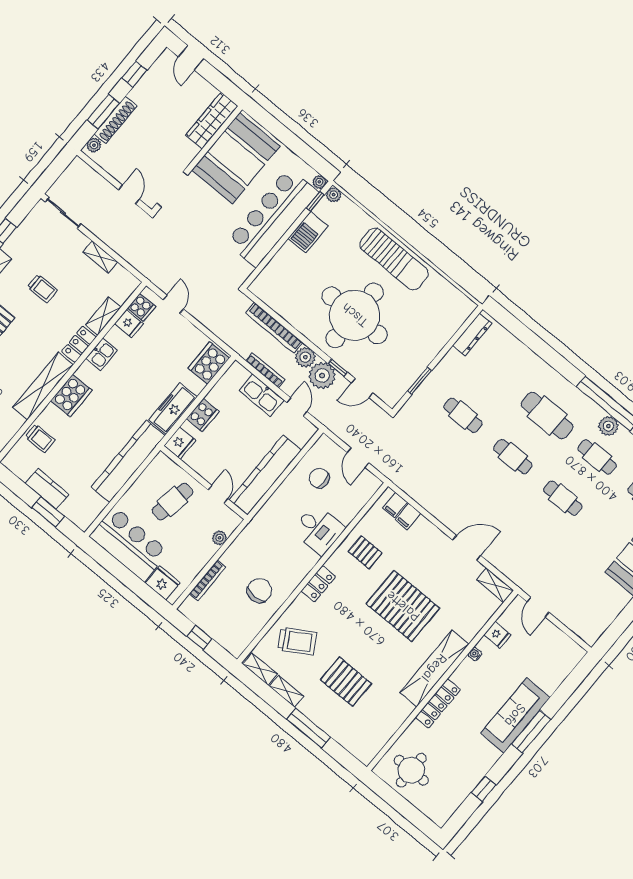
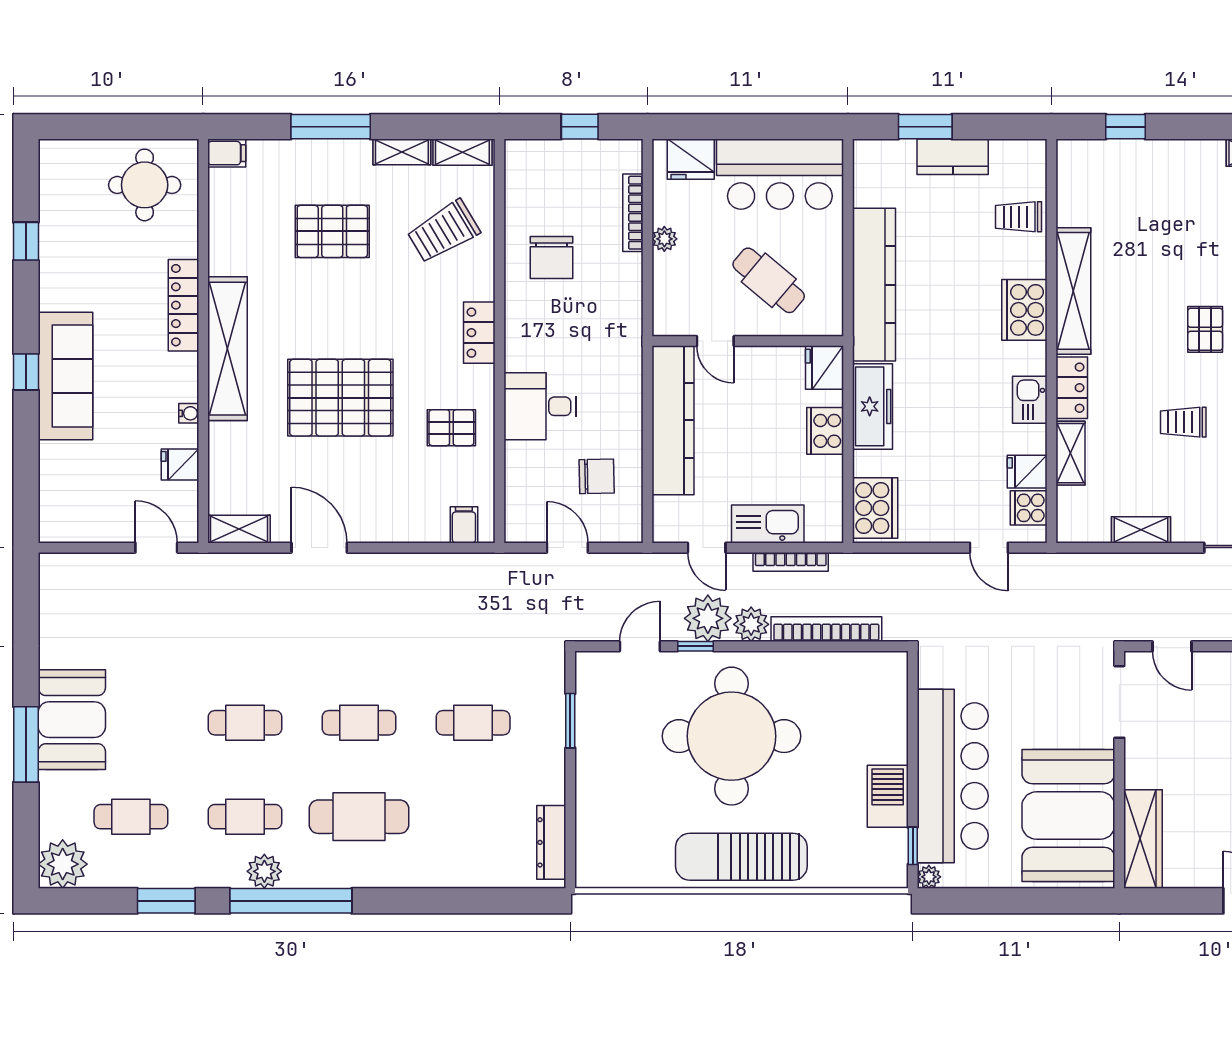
plant: (334, 195) -> (895, 876), removed
cafe table: (173, 502) -> (769, 280), turned -60
filing cabinet: (408, 516) -> (227, 153), moved, turned 90
plant: (220, 538) -> (664, 239), moved
door: (467, 548) -> (319, 548), swing flipped
window: (531, 732) -> (26, 372), width x0.46

